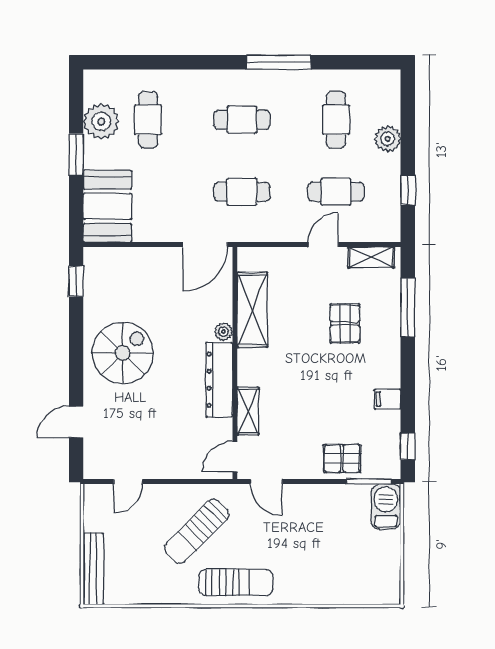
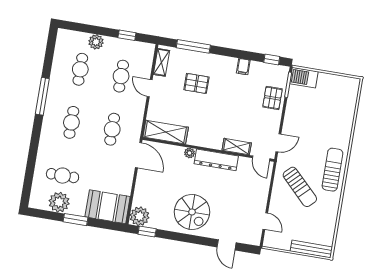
cafe table: (336, 120) -> (80, 69), turned 90
plant: (100, 264) -> (140, 216), added
shelving: (252, 310) -> (166, 132), moved
spiral stairs: (123, 353) -> (192, 212), turned 180

